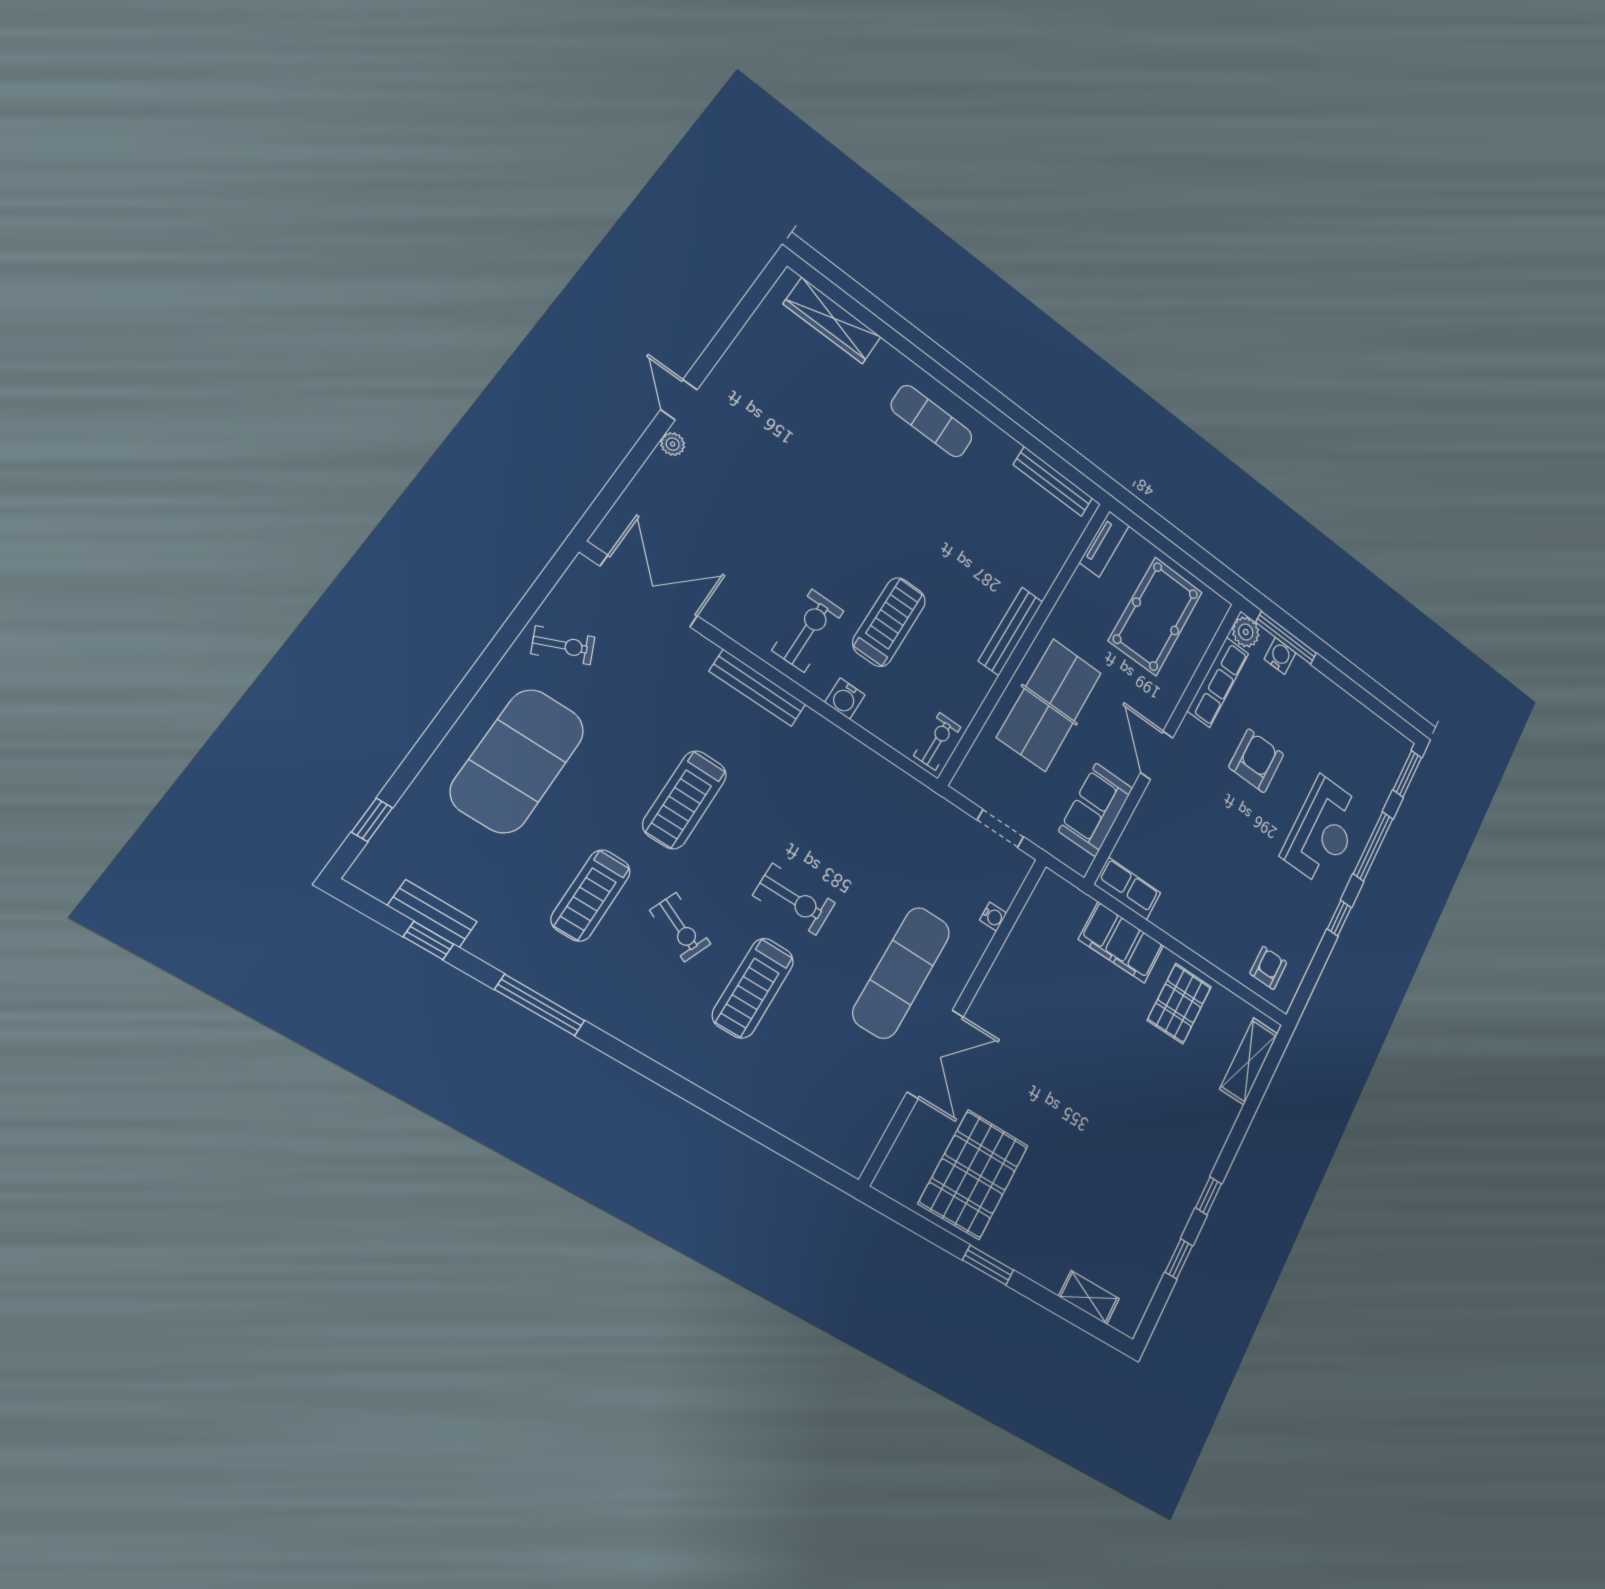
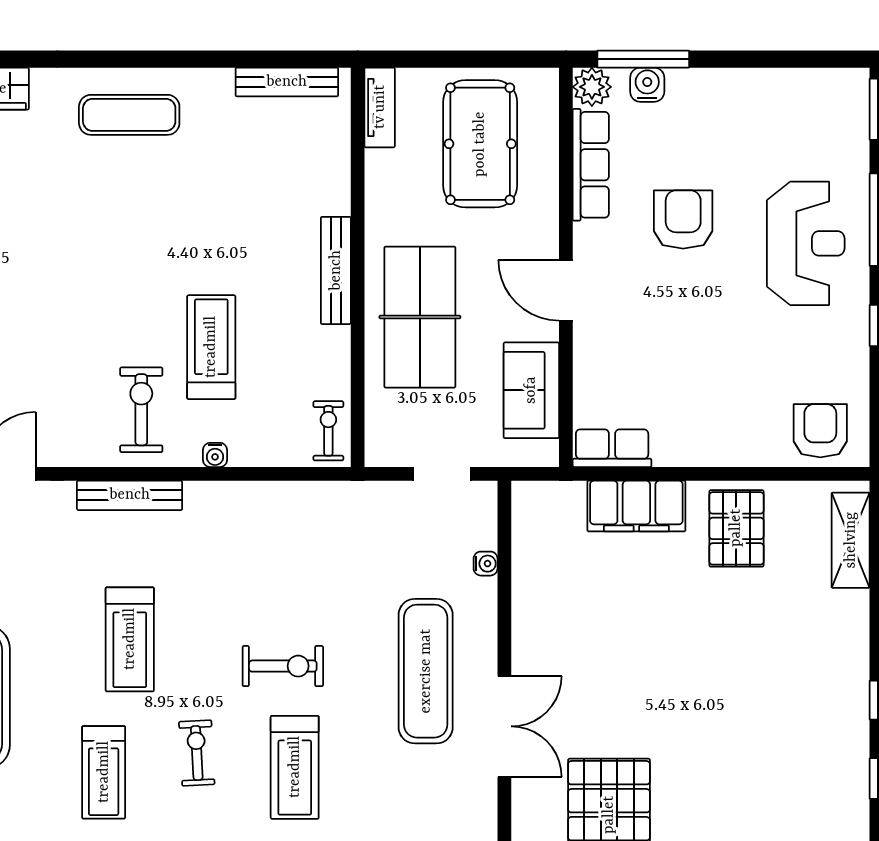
water cooler: (845, 699) -> (215, 455), width x0.72, depth x0.72
exercise bike: (680, 927) -> (197, 753), turned -117
armchair: (1268, 968) -> (820, 431), width x1.38, depth x1.38

